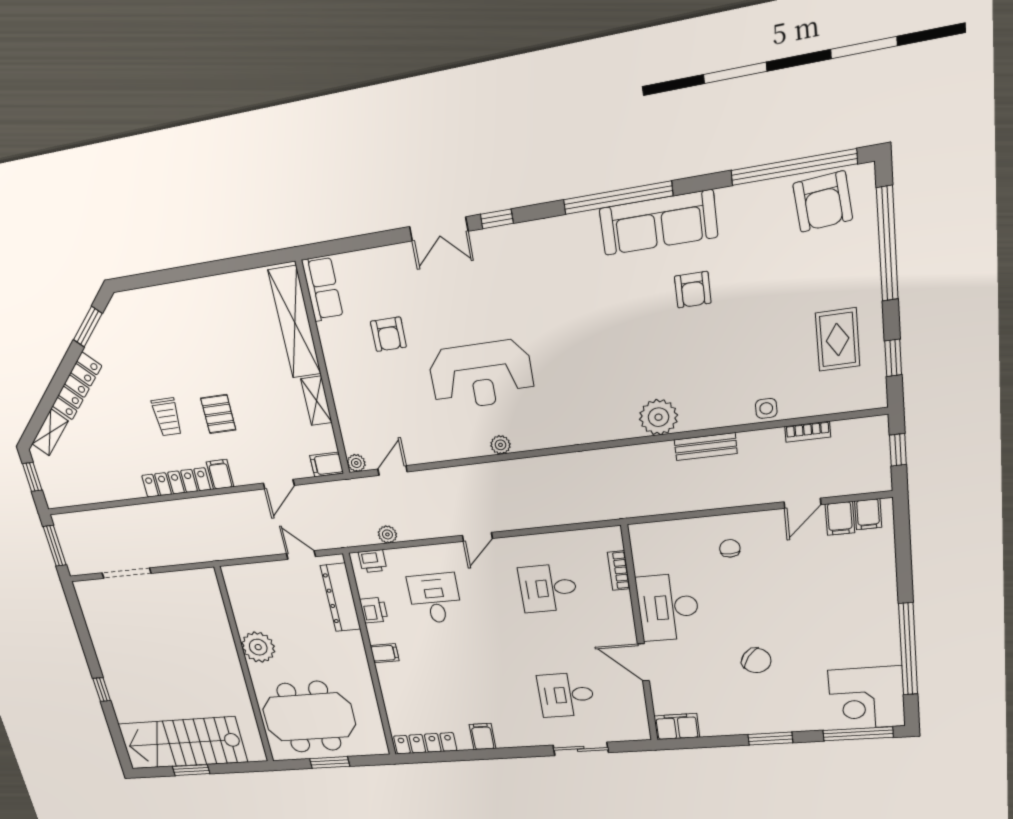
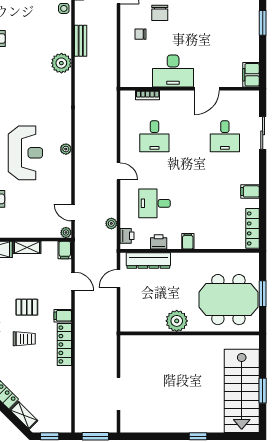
chair: (756, 661) -> (160, 13), moved, turned 145
meeting table: (309, 717) -> (228, 300), turned 90

